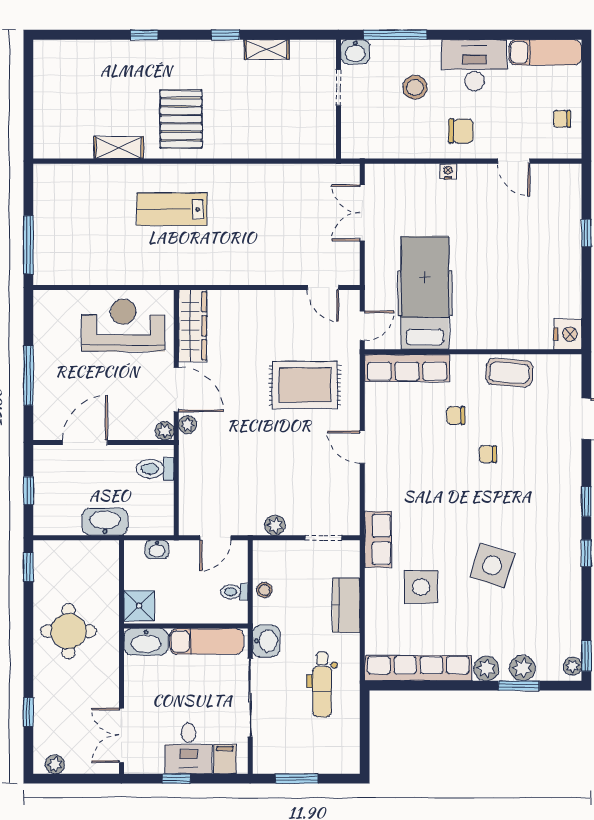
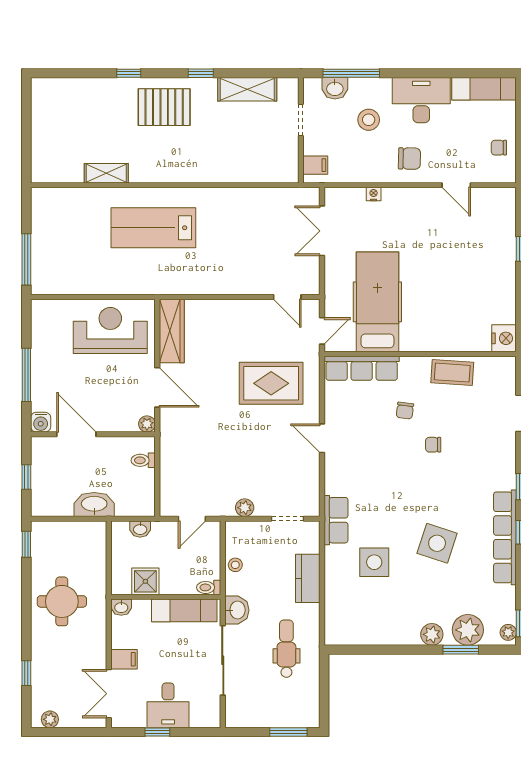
shelving: (267, 50) -> (247, 89), width x1.50, depth x1.33
washbasin: (355, 52) -> (335, 88), moved
pallet: (181, 119) -> (164, 107), moved, turned 90
filing cabinet: (355, 139) -> (315, 165), added
nightstand: (448, 171) -> (374, 194), moved
lab bench: (172, 209) -> (153, 228), width x1.36, depth x1.39
chair: (456, 416) -> (405, 411), turned -83
plant: (188, 425) -> (167, 419), removed
water cooler: (45, 429) -> (41, 422), added
door: (85, 442) -> (76, 434), hinge flipped
toilet: (155, 469) -> (143, 460), width x0.73, depth x0.72
toilet: (234, 592) -> (209, 587), moved
shower: (139, 606) -> (145, 581), moved
washbasin: (146, 642) -> (121, 607), width x0.52, depth x0.69
row of seats: (418, 668) -> (505, 537), moved, turned -90
plant: (522, 668) -> (468, 630), width x1.36, depth x1.36
dental chair: (322, 685) -> (286, 649), turned 180
filing cabinet: (225, 759) -> (124, 659), moved, turned 90
window: (297, 779) -> (288, 732), moved

